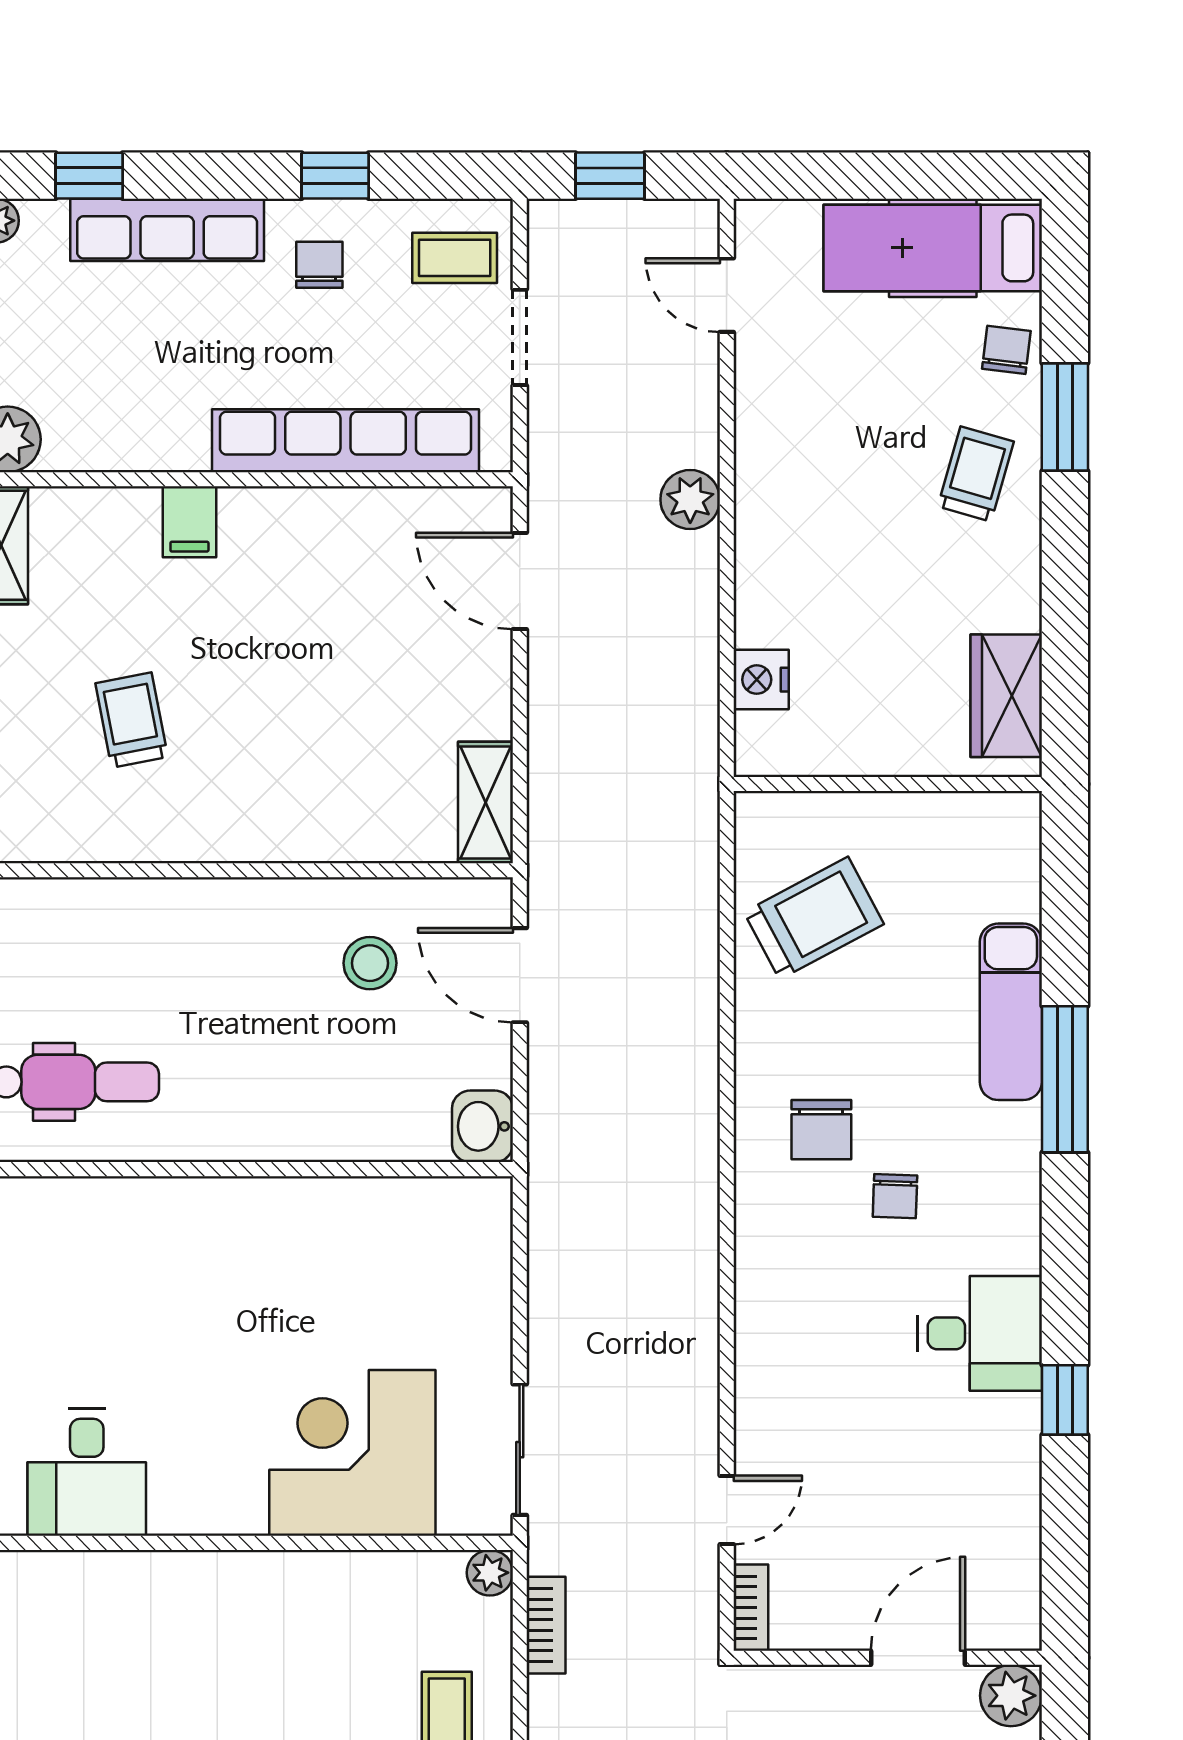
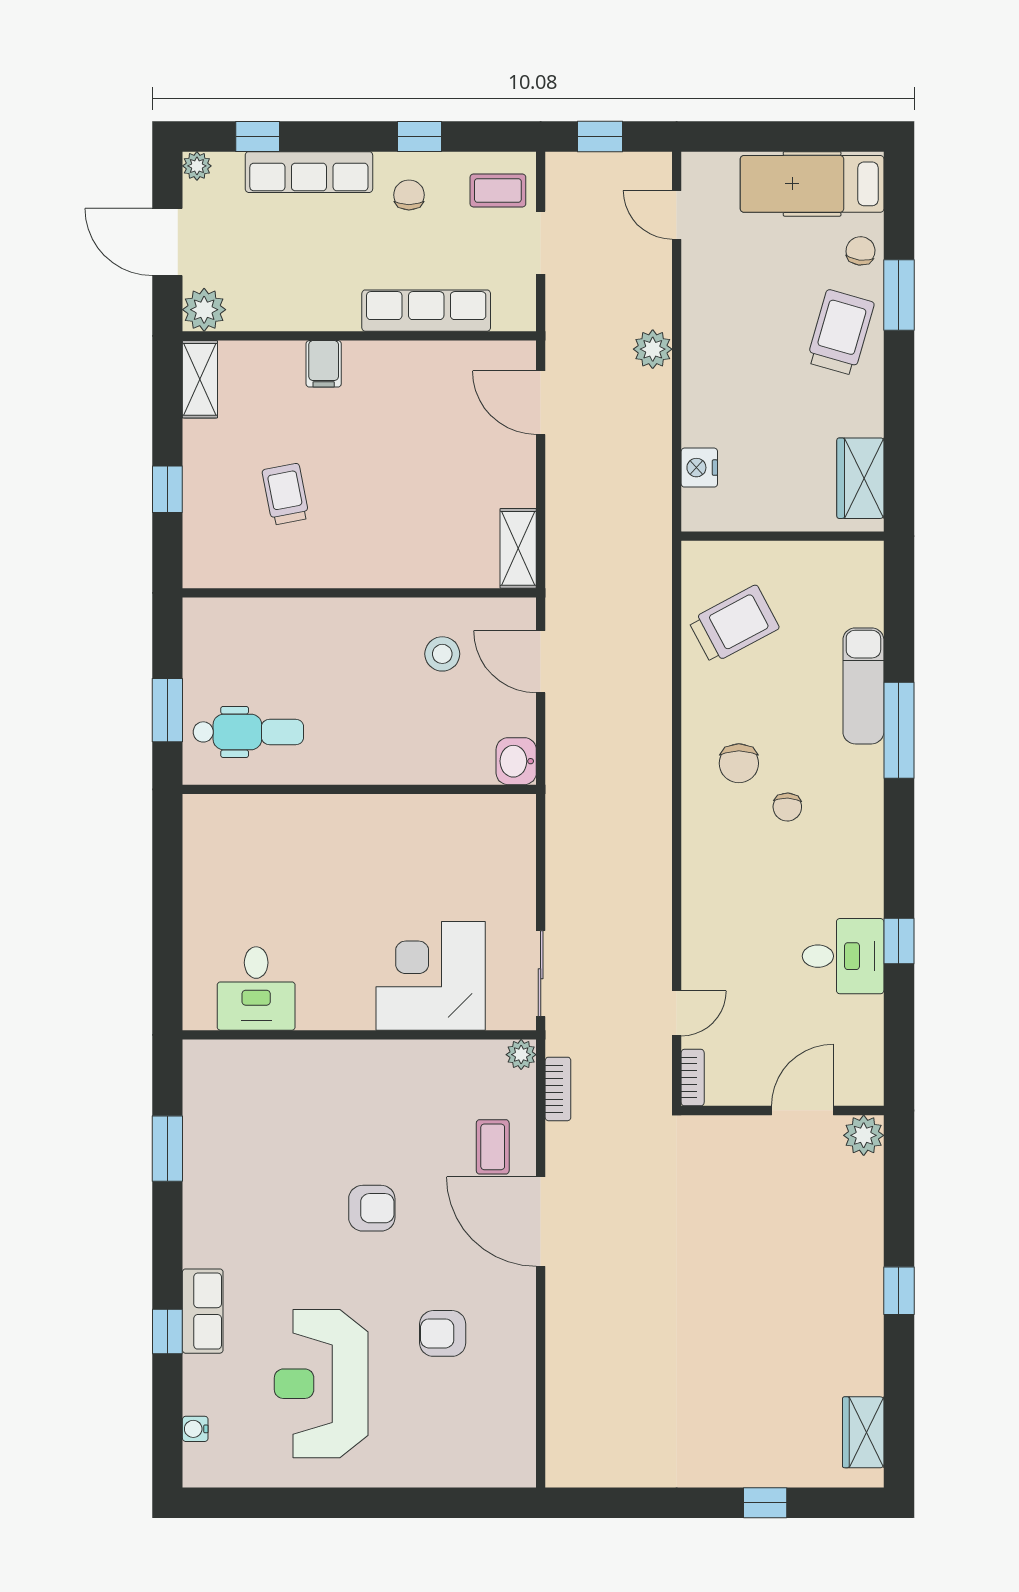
row of seats: (346, 441) -> (426, 311), width x0.73
trolley: (976, 474) -> (840, 332), width x1.36, depth x1.39
desk: (980, 1333) -> (843, 956), moved

